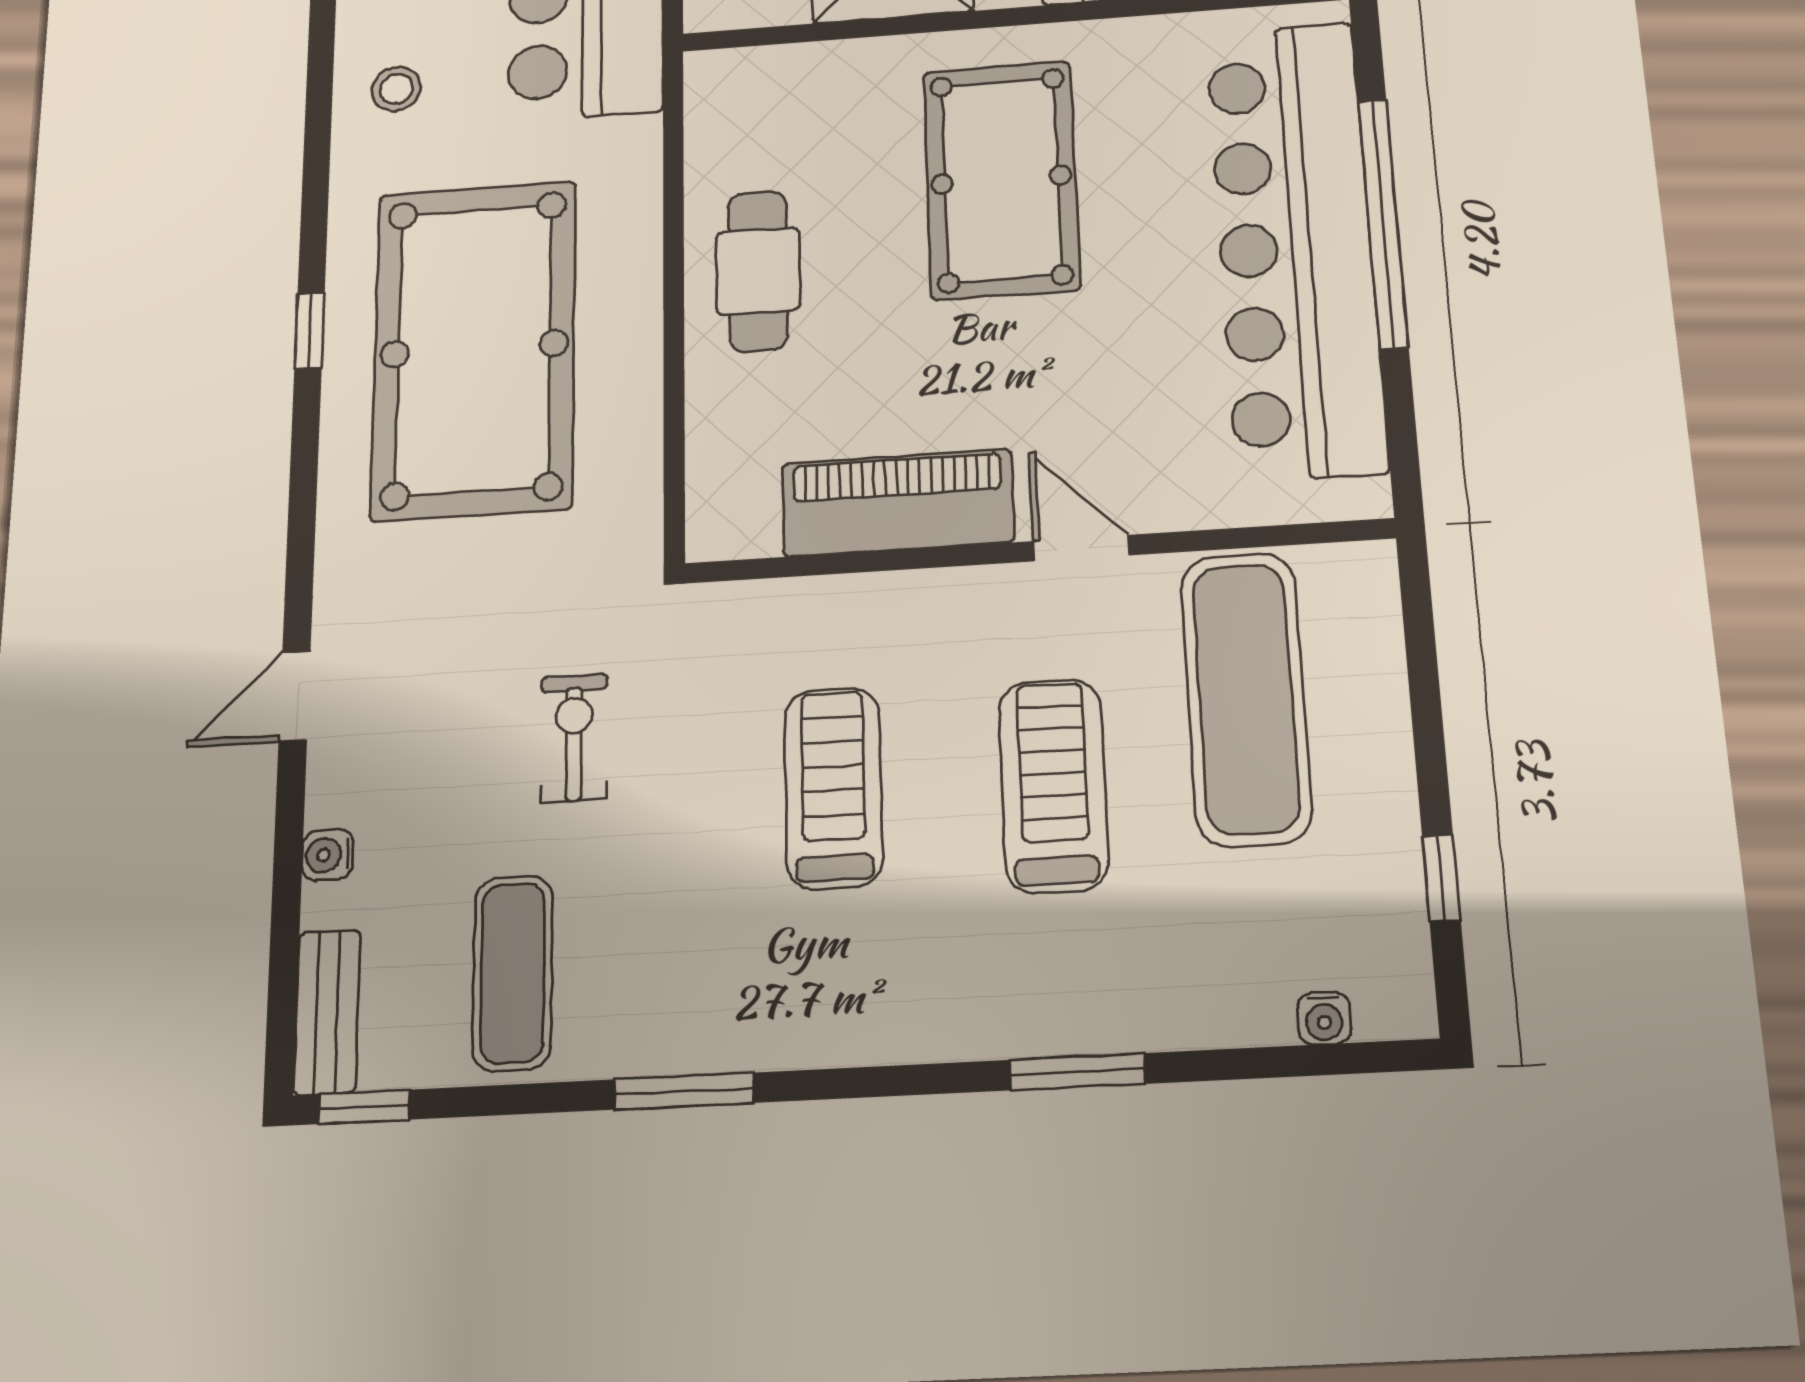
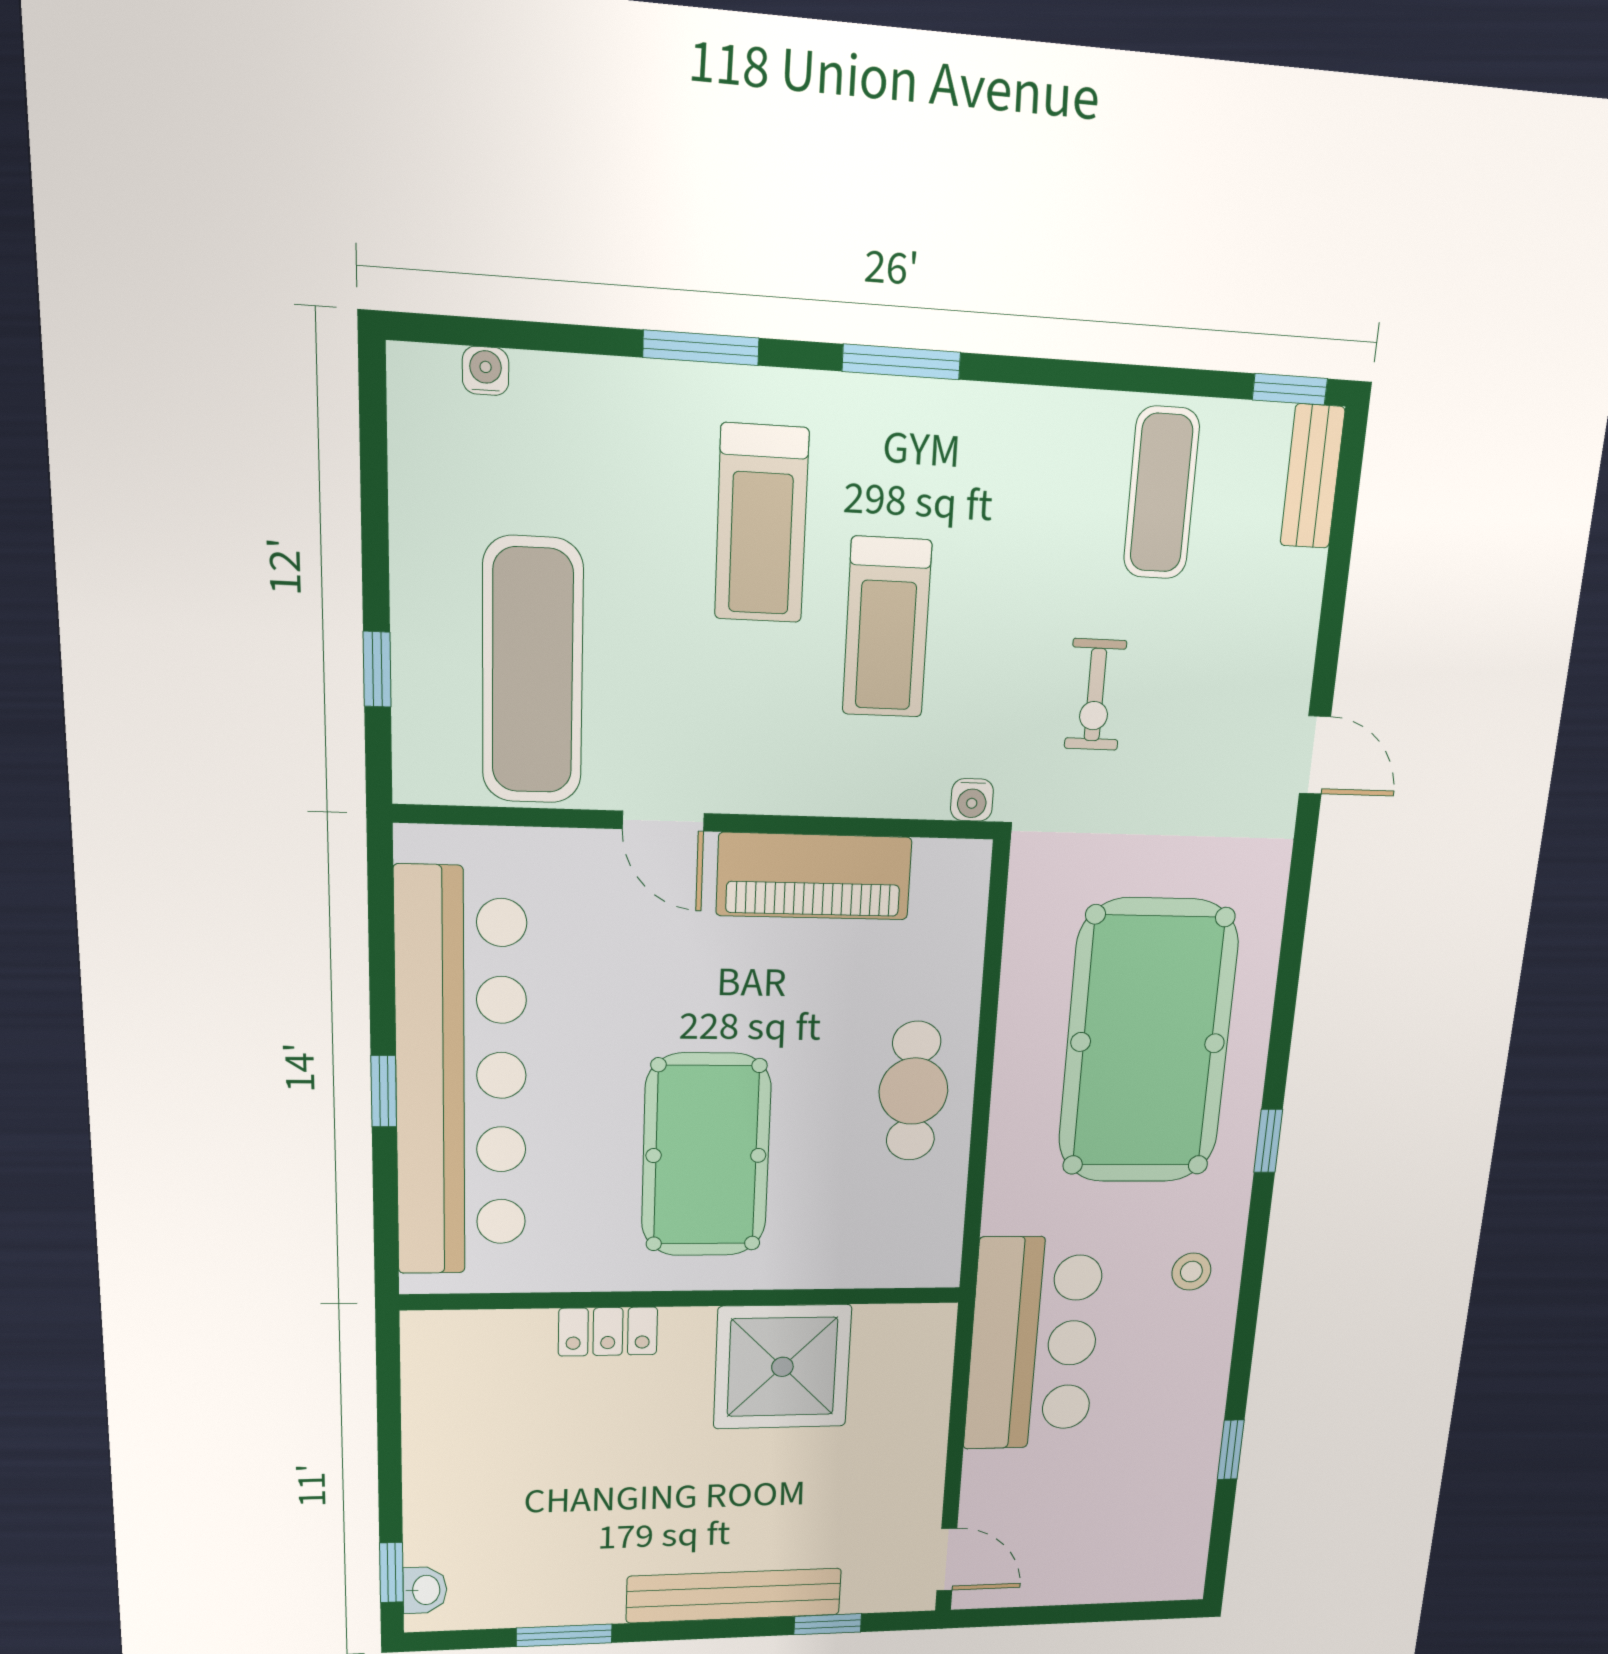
window: (1383, 223) -> (384, 1091), width x0.32
window: (310, 331) -> (1268, 1141), moved
door: (295, 696) -> (1315, 755), hinge flipped
treadmill: (1053, 785) -> (762, 524), moved
water cooler: (328, 855) -> (972, 800), moved, turned 90
window: (1441, 878) -> (377, 669), moved
window: (684, 1091) -> (901, 362), moved

